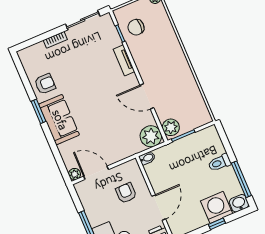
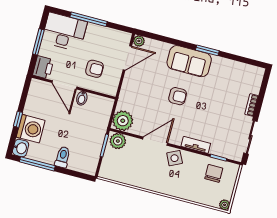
side table: (149, 69) -> (175, 158), added
armchair: (45, 84) -> (178, 96), moved, turned -91
bidet: (147, 158) -> (82, 98), moved

